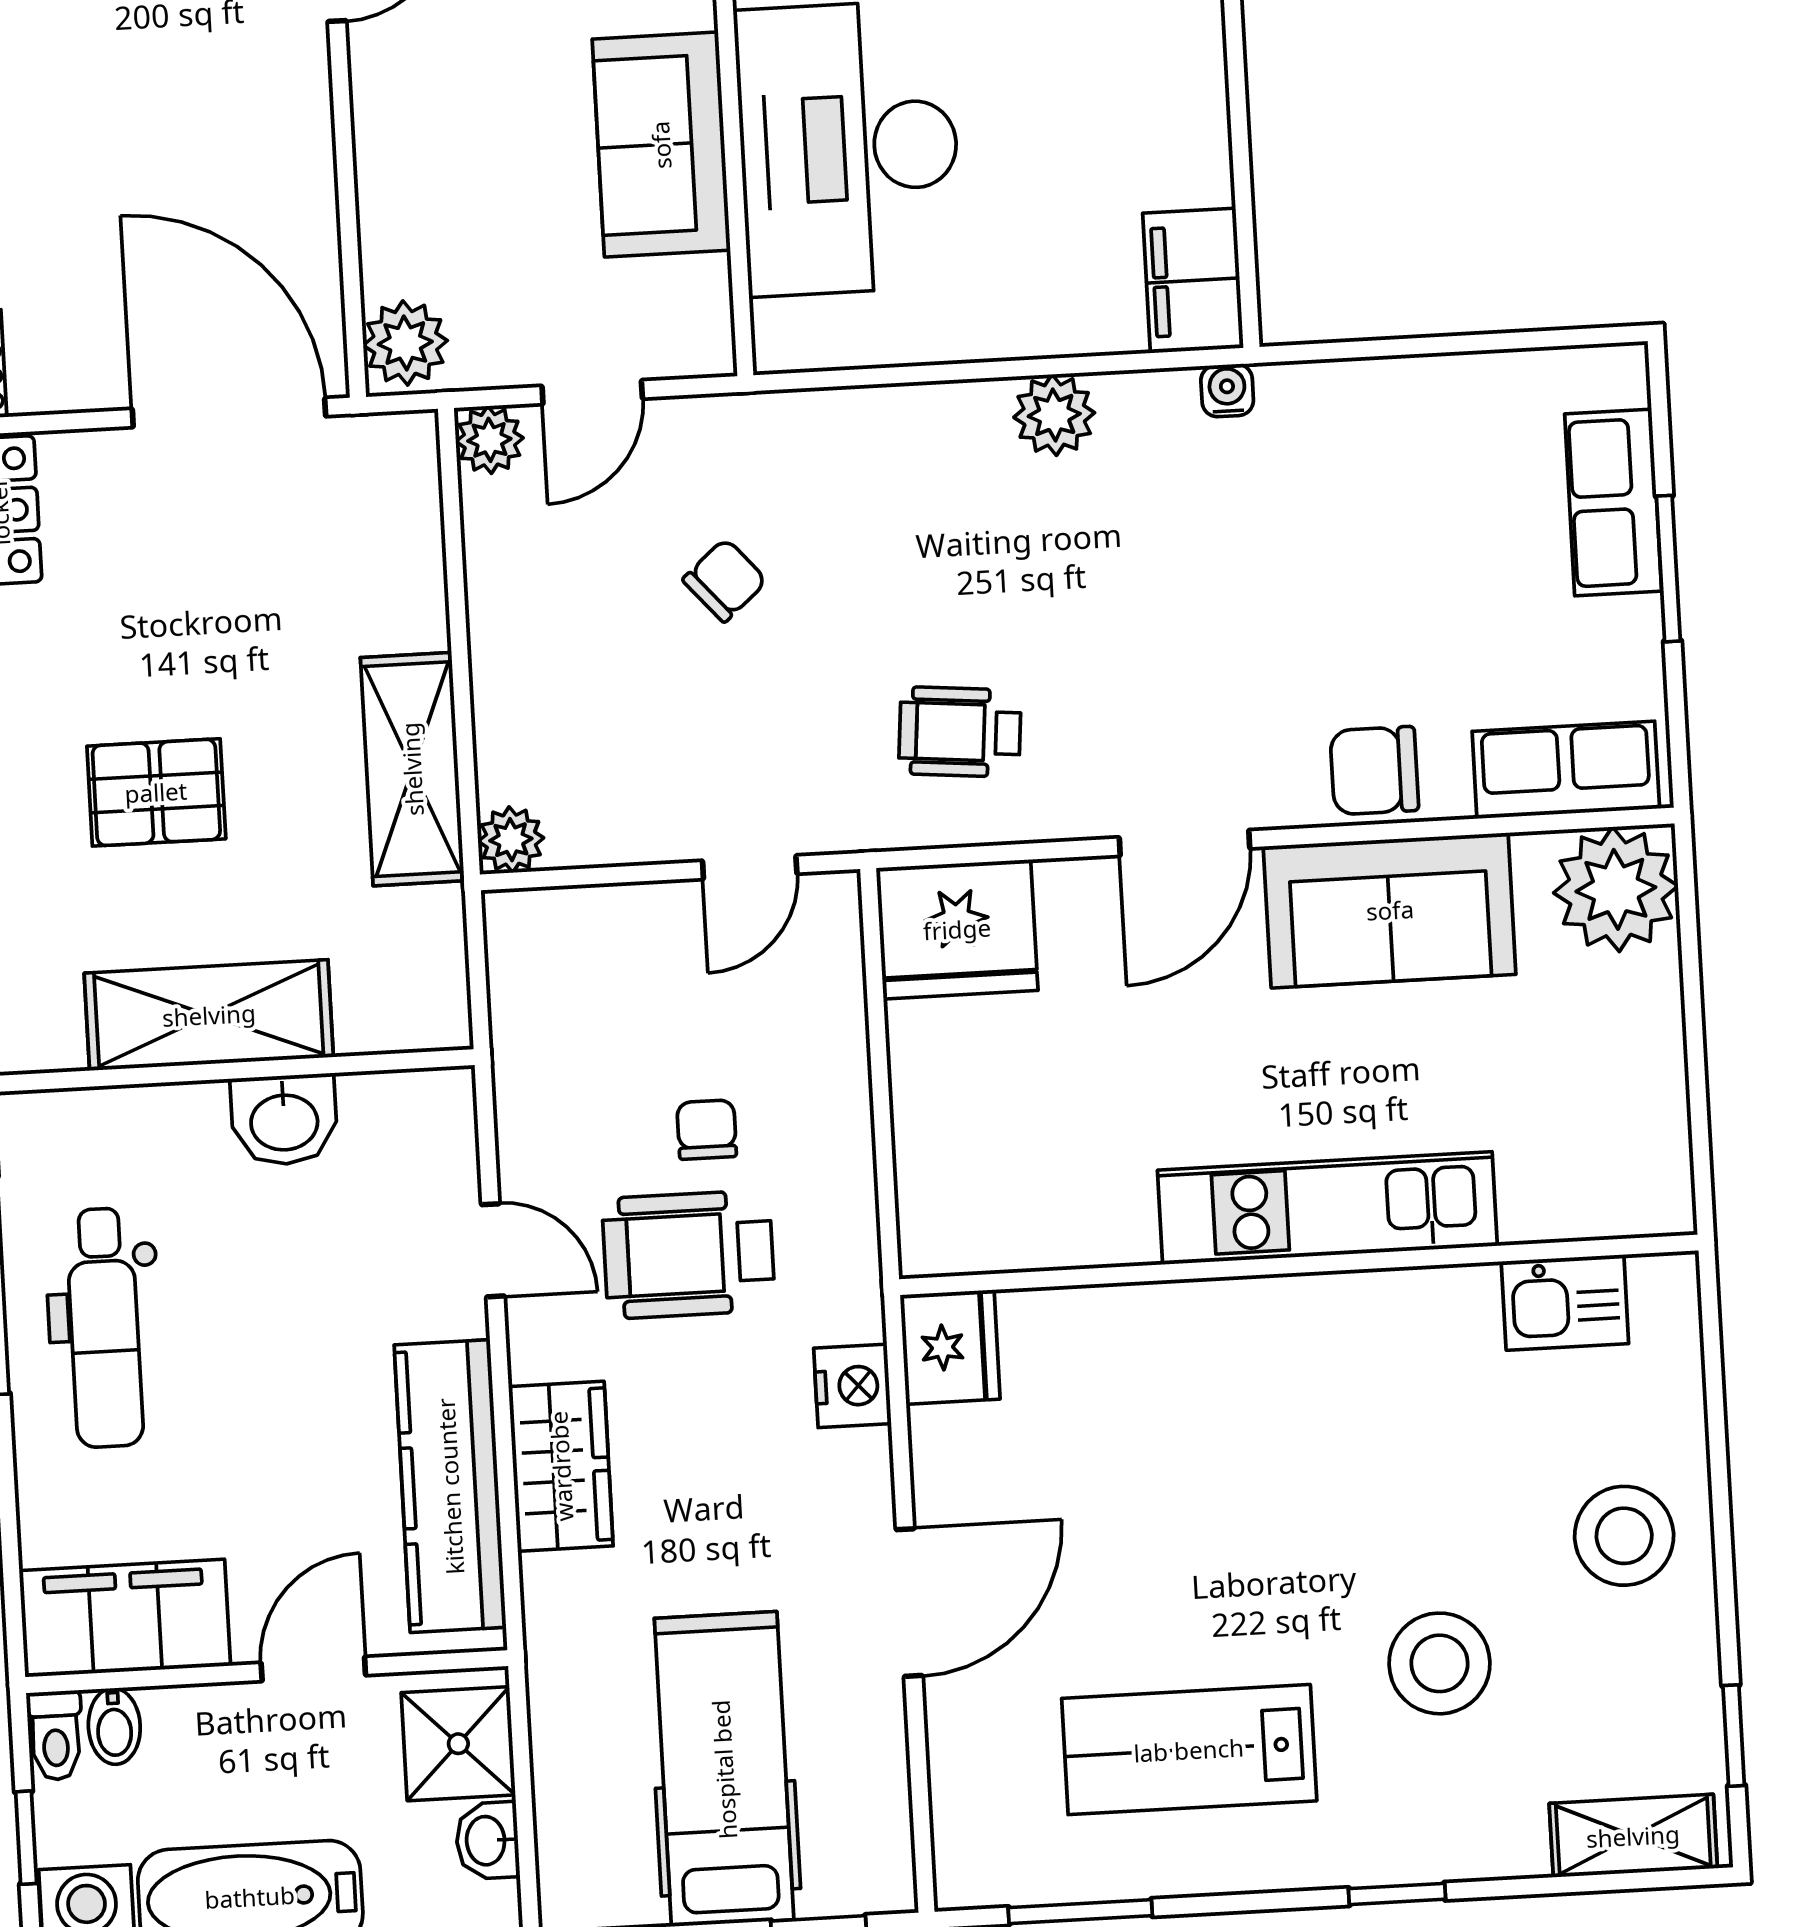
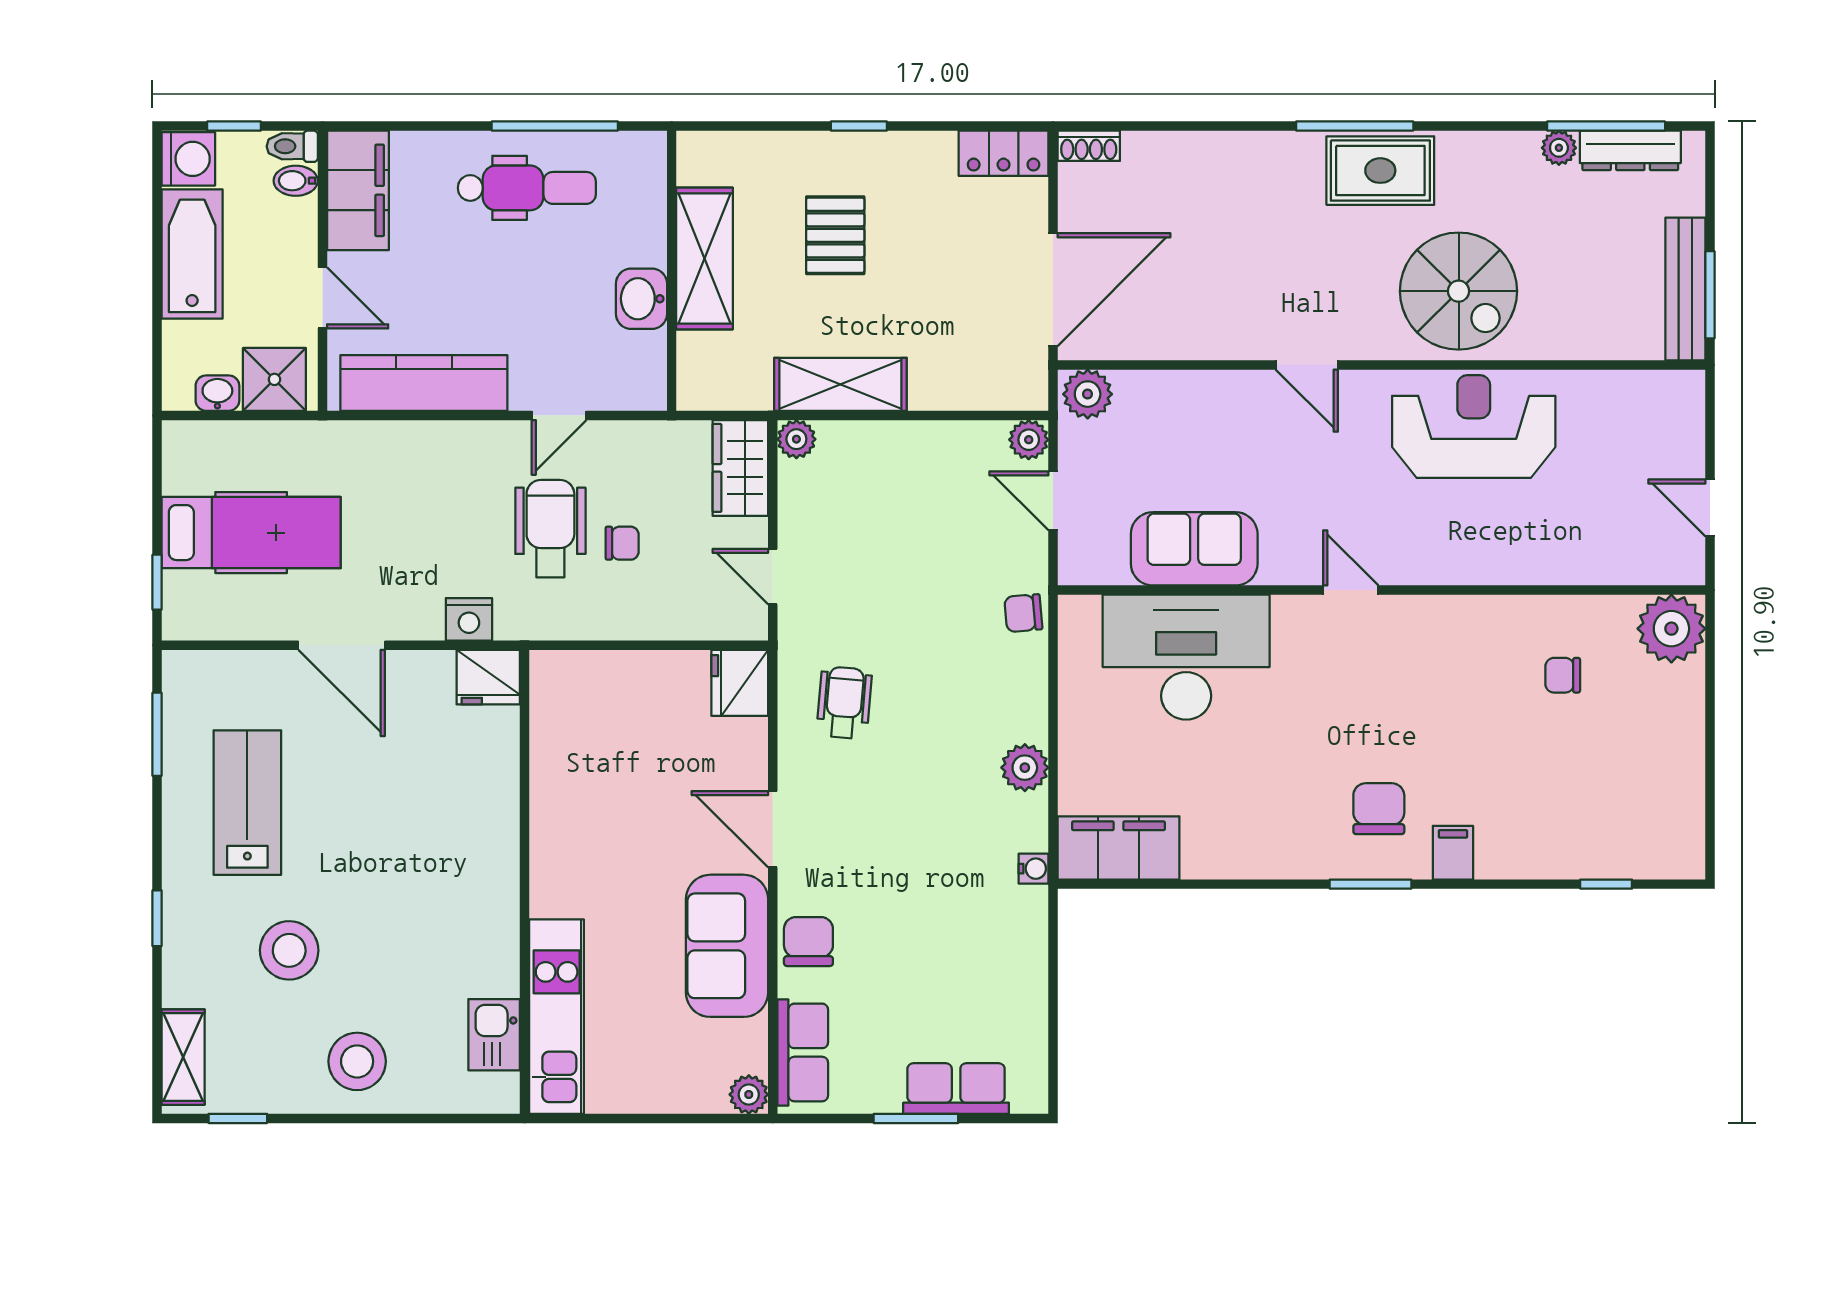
filing cabinet: (1193, 281) -> (1118, 848), width x1.50, depth x1.17
chair: (725, 580) -> (1023, 613), moved, turned 126
plant: (1616, 889) -> (749, 1094), width x0.53, depth x0.53
fridge: (957, 929) -> (740, 683), width x0.73, depth x0.75
kitchen unit: (1327, 1208) -> (557, 1017), moved
dental chair: (104, 1328) -> (527, 188), turned 180
wardrobe: (561, 1466) -> (740, 468), moved, turned 90

